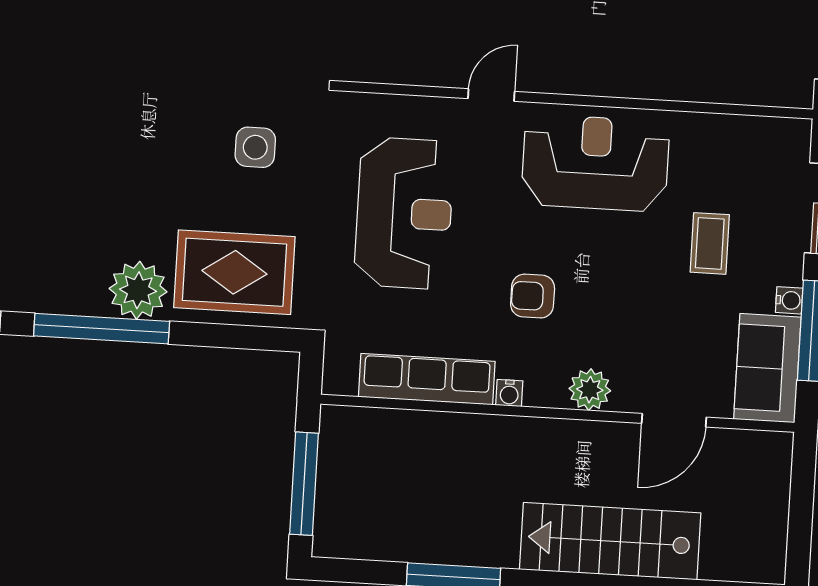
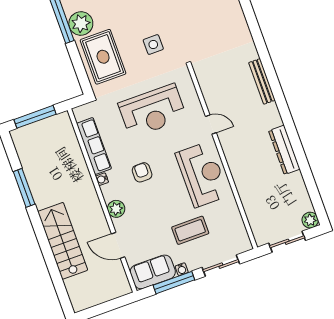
coffee table: (710, 243) -> (190, 230), width x1.36, depth x1.30

